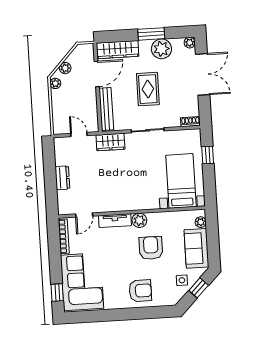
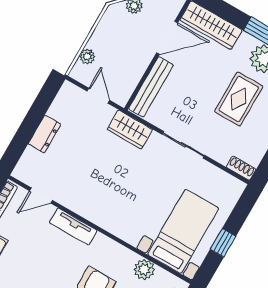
plant: (55, 83) -> (87, 56), moved
rug: (148, 89) -> (239, 99), moved
window: (208, 155) -> (223, 243), moved
plant: (139, 220) -> (144, 269), moved

